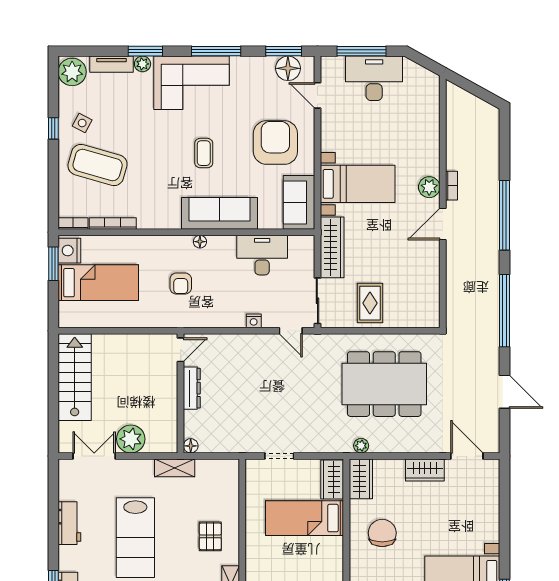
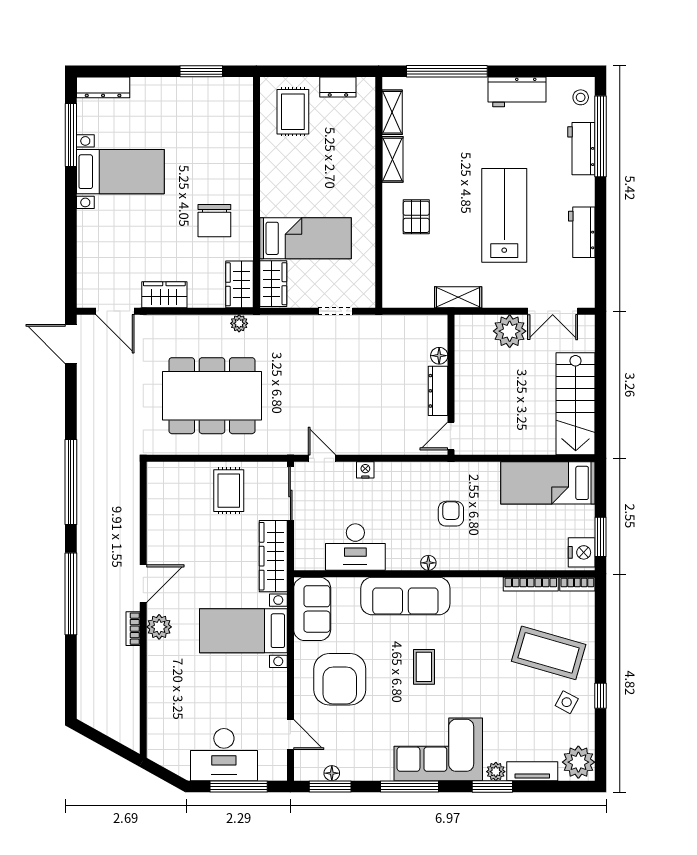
floor lamp: (288, 68) -> (332, 773), width x0.53, depth x0.53
bed: (98, 283) -> (548, 483), moved
door: (504, 392) -> (71, 344), moved
floor lamp: (191, 446) -> (439, 356), moved

